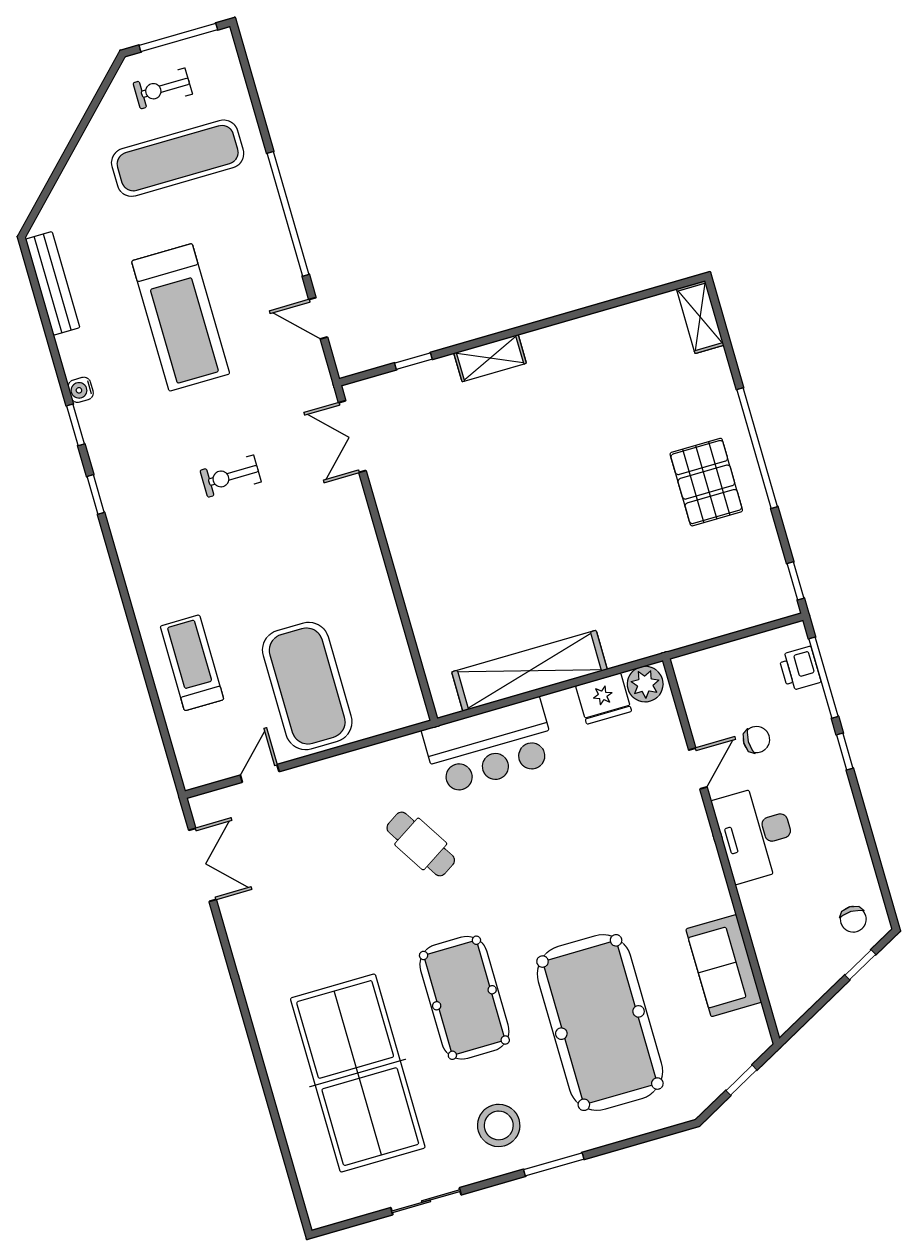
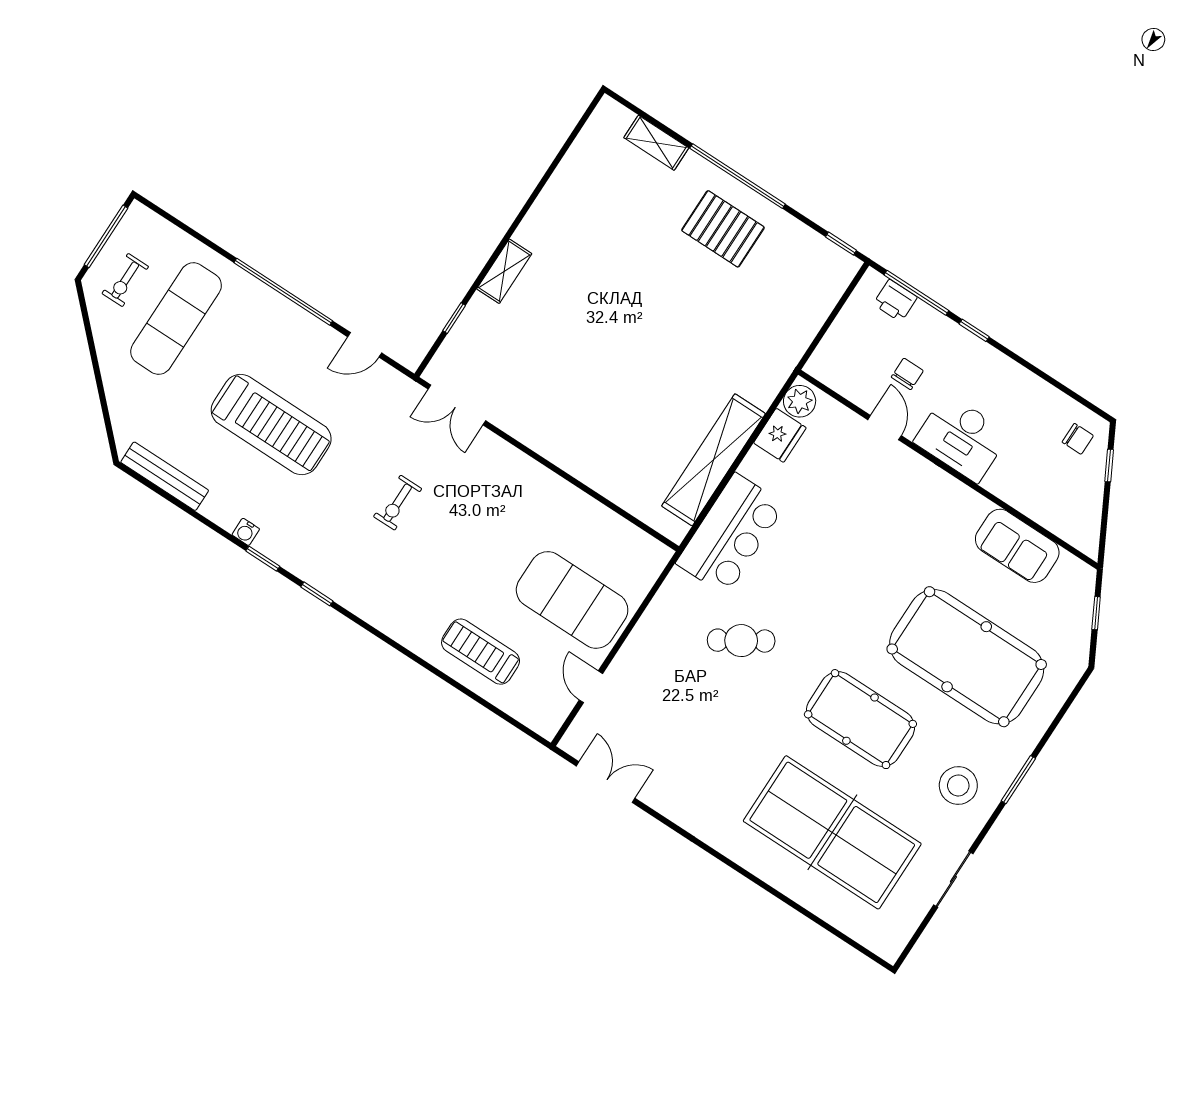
shelving: (700, 317) -> (656, 143), moved

